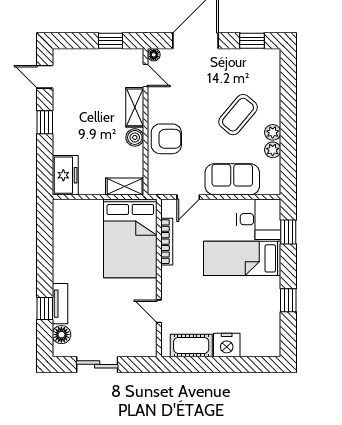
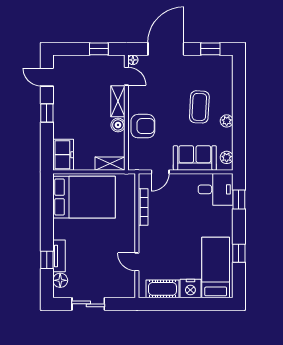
coffee table: (238, 115) -> (199, 107), turned -37
plant: (273, 150) -> (227, 157), moved
bed: (130, 238) -> (84, 197), moved, turned -90
bed: (242, 258) -> (216, 267), moved, turned 90

